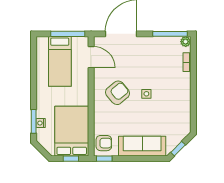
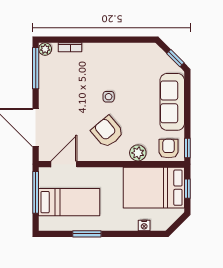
plant: (100, 118) -> (138, 153), added
window: (34, 121) -> (87, 234), moved

